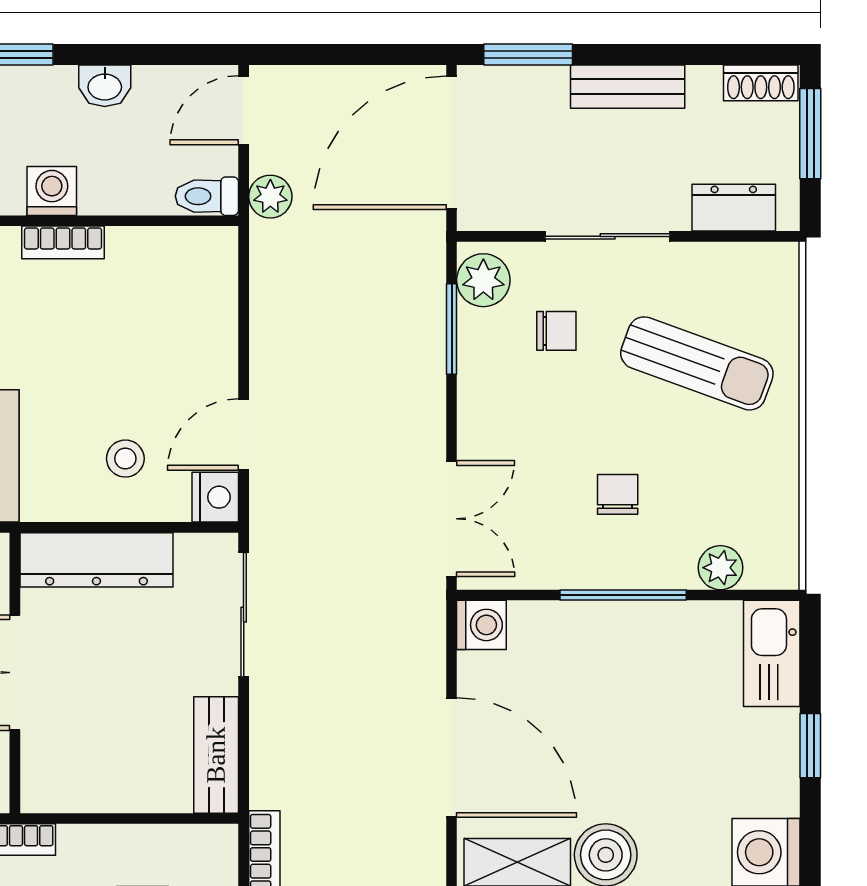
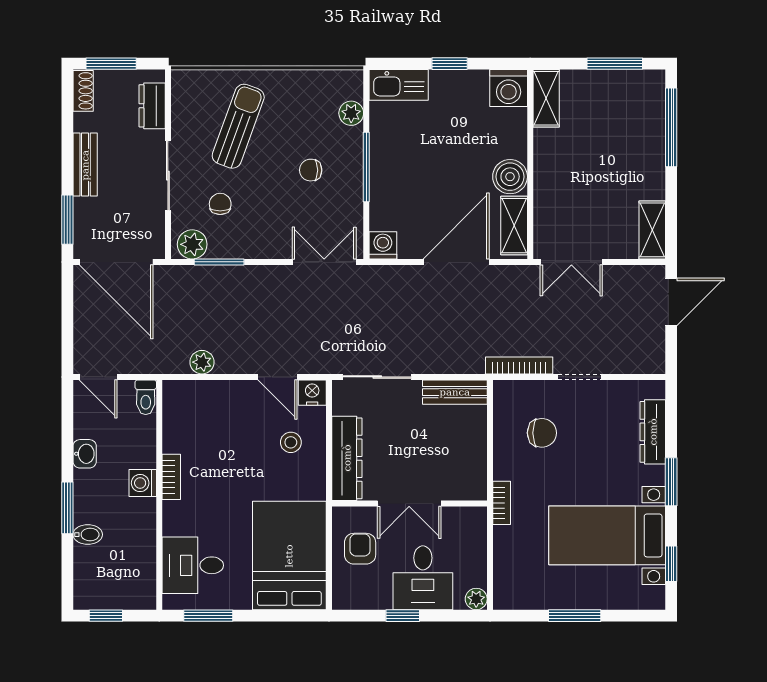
plant: (270, 197) -> (202, 362), moved

